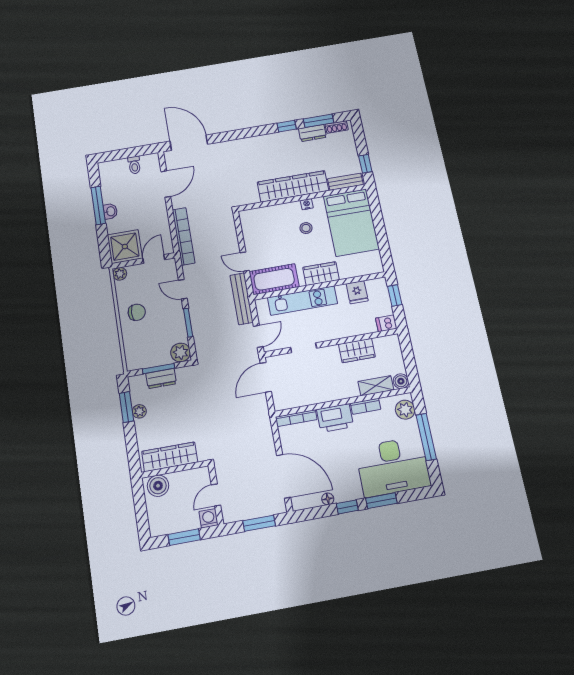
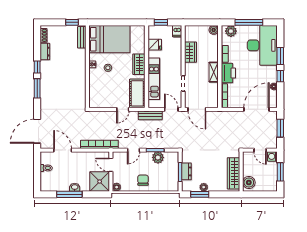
window: (318, 121) -> (37, 88), moved
wardrobe: (293, 186) -> (79, 71), removed
bench: (241, 299) -> (150, 115), width x0.73
plant: (181, 352) -> (158, 157), moved
shelving: (376, 386) -> (214, 72), moved

